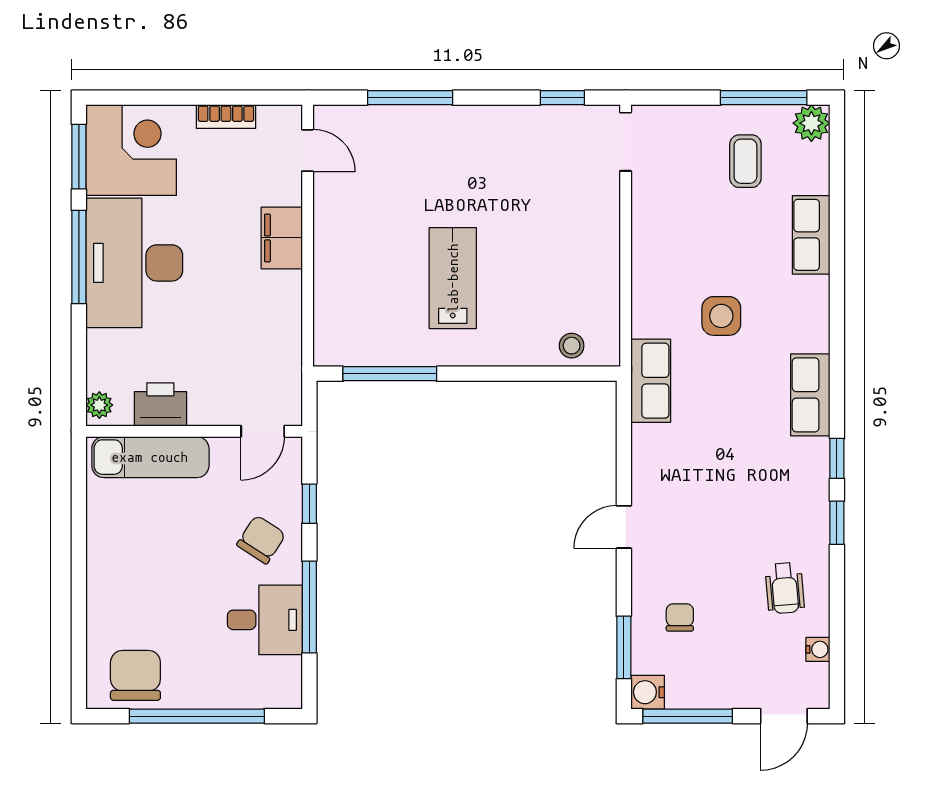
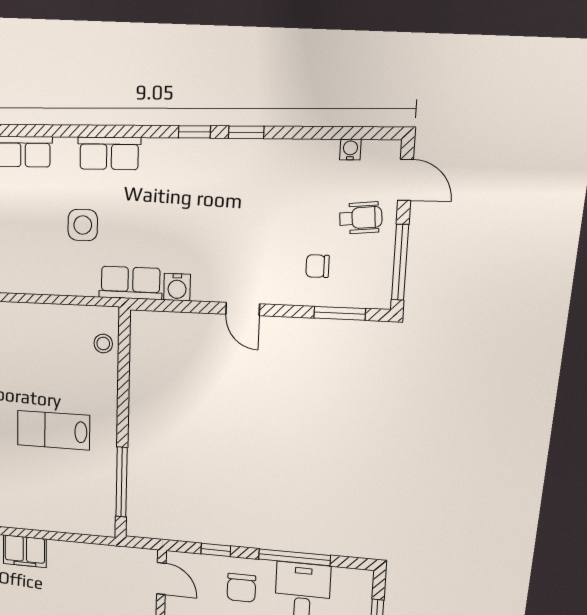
row of seats: (810, 395) -> (109, 153), moved
chair: (261, 540) -> (241, 588), turned -123
wheelchair: (785, 588) -> (361, 218), moved
water cooler: (648, 692) -> (177, 287), moved

